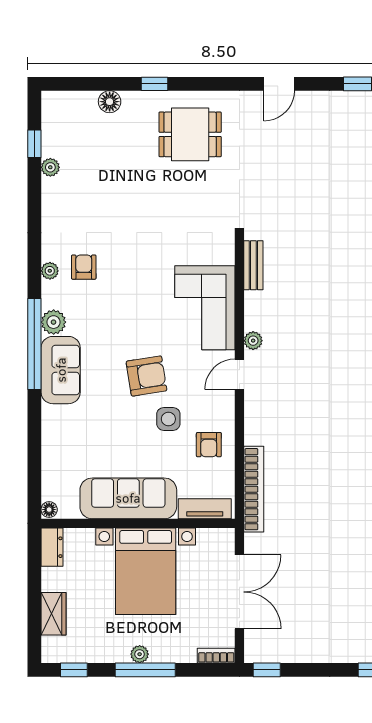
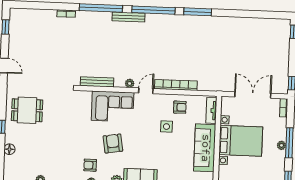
dining table: (190, 134) -> (27, 110), turned 90
bench: (253, 265) -> (97, 82), width x1.36
door: (239, 374) -> (146, 91), swing flipped
armchair: (146, 376) -> (113, 143), moved
bookcase: (254, 489) -> (176, 85), moved

